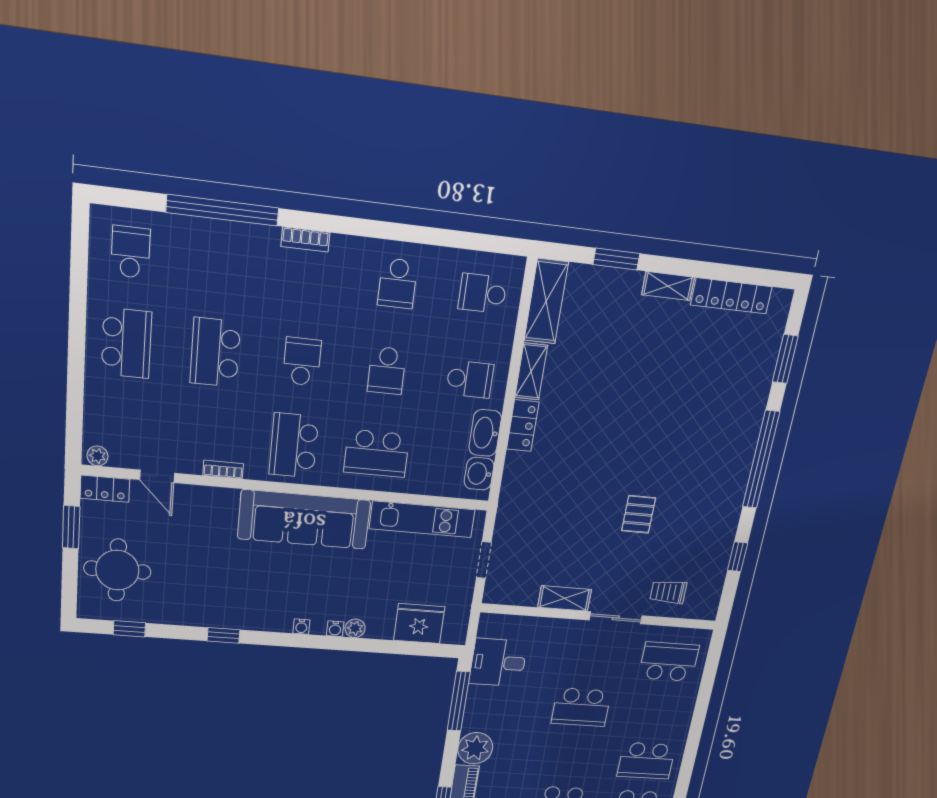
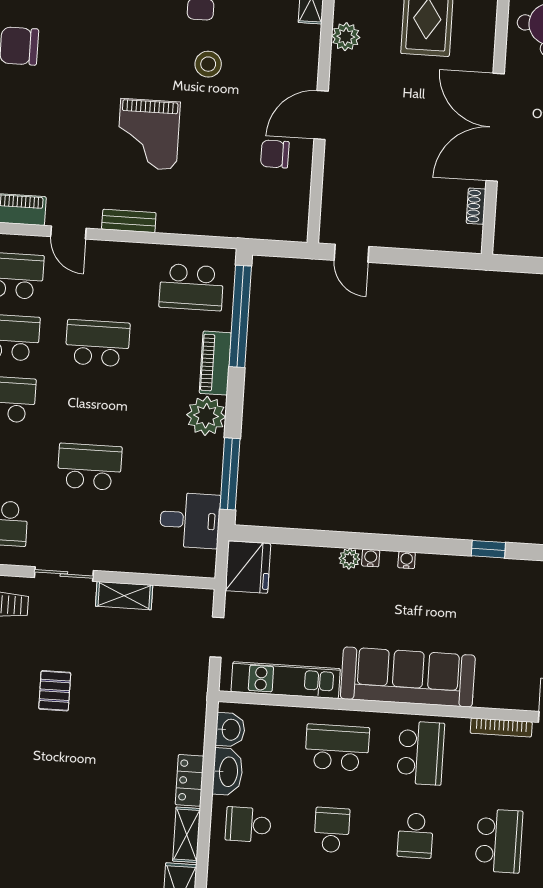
bookcase: (223, 469) -> (501, 727), width x1.56
fridge: (419, 624) -> (248, 567), moved, turned -90

